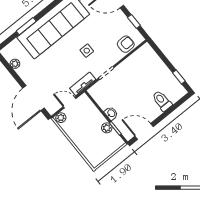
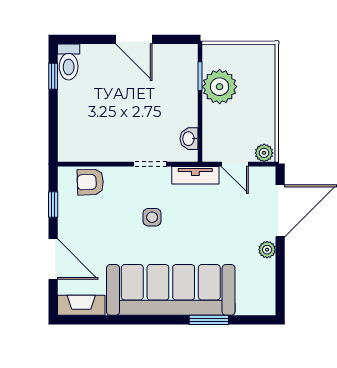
plant: (15, 64) -> (267, 250), moved
toilet: (162, 101) -> (69, 62), moved
washbasin: (111, 113) -> (189, 139), moved
plant: (107, 128) -> (220, 87), width x1.88, depth x1.88
door: (144, 131) -> (134, 39), moved

